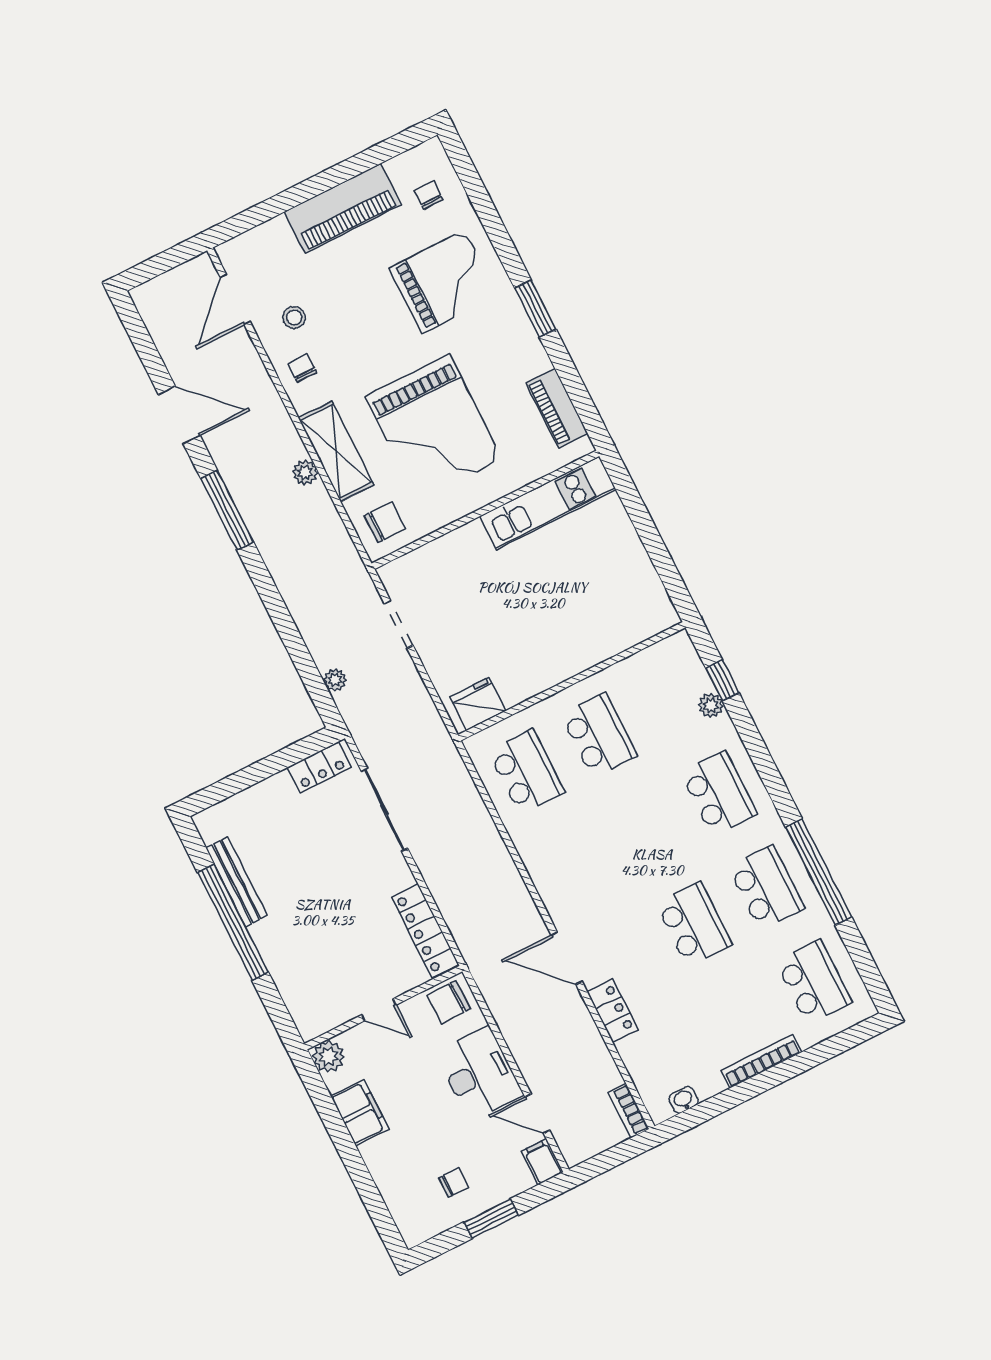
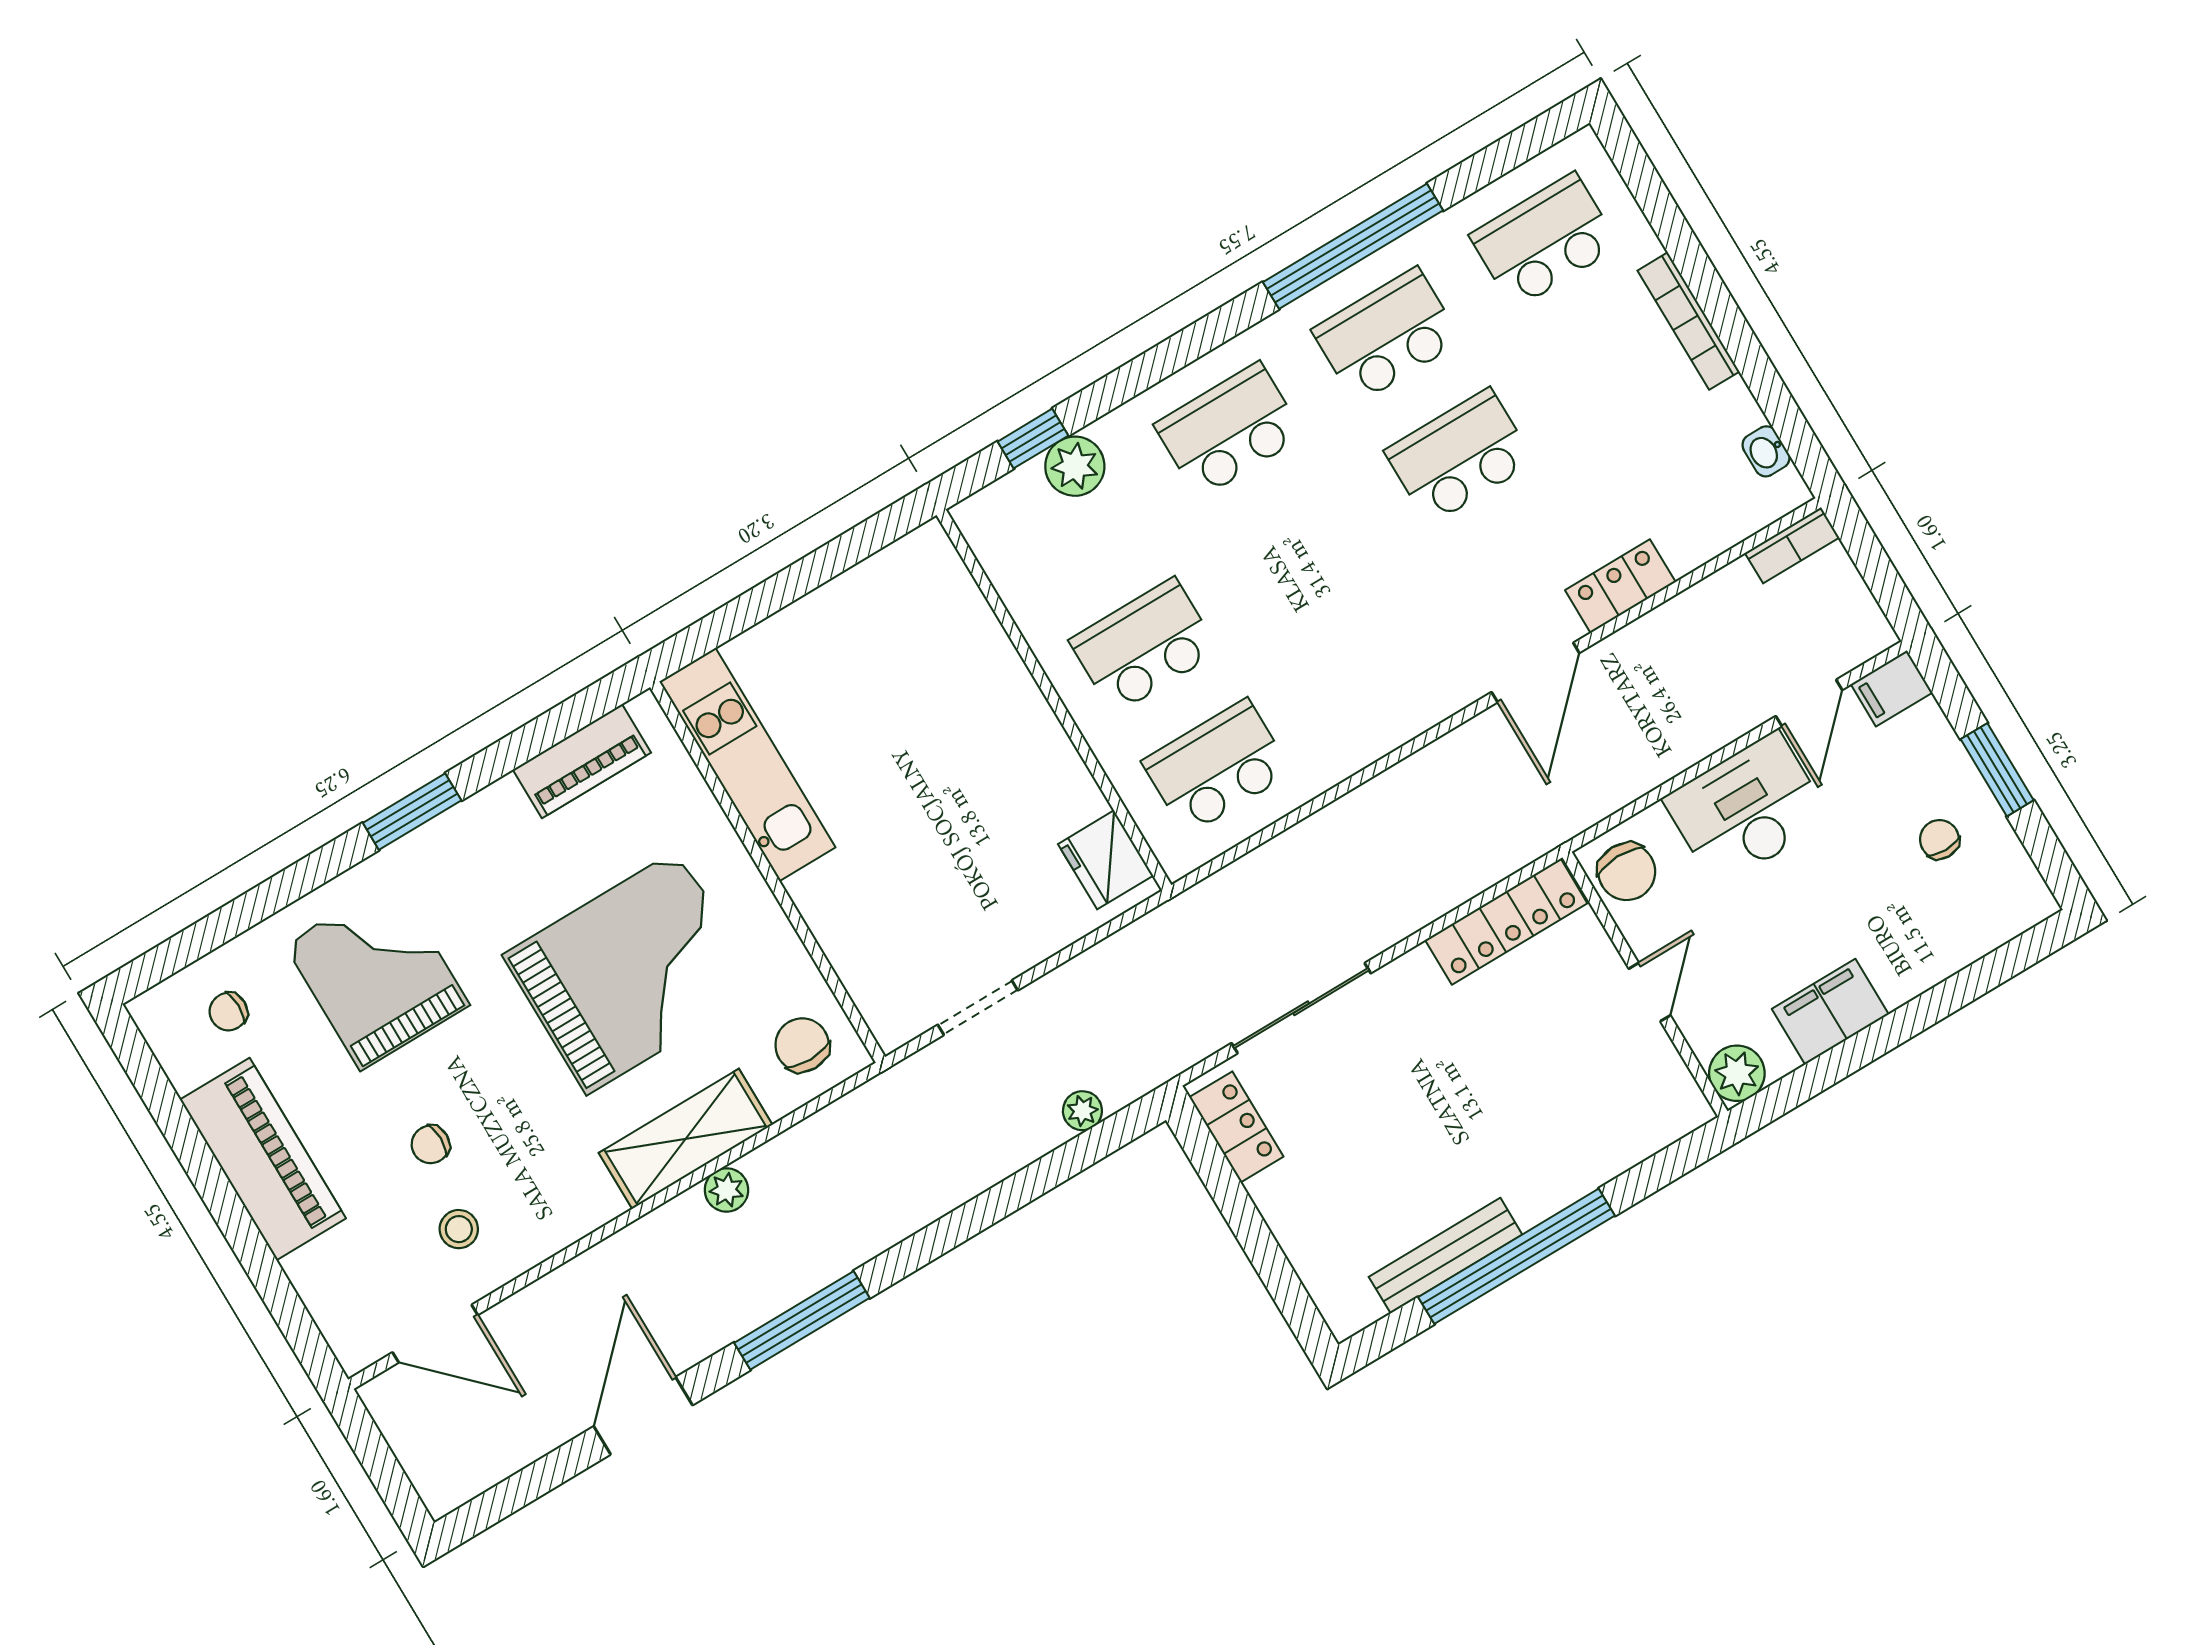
chair: (302, 368) -> (430, 1144), moved
plant: (711, 705) -> (1075, 466), width x1.38, depth x1.38

